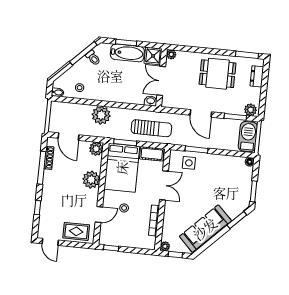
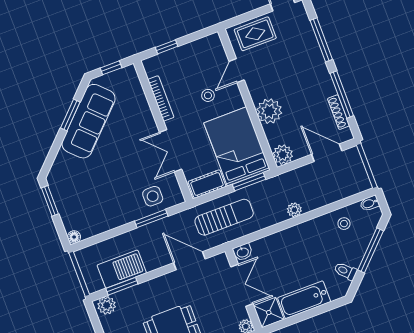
window: (126, 43) -> (312, 313), removed
window: (83, 53) -> (371, 250), moved
door: (201, 113) -> (189, 261), moved
plant: (101, 115) -> (294, 210), width x0.53, depth x0.53
sun lounger: (151, 128) -> (224, 217), turned 180
barbecue: (248, 137) -> (122, 269), moved, turned -90
window: (37, 208) -> (321, 40), width x2.17
window: (237, 220) -> (70, 115), moved
plant: (165, 246) -> (130, 72), removed
window: (111, 248) -> (167, 47), moved

